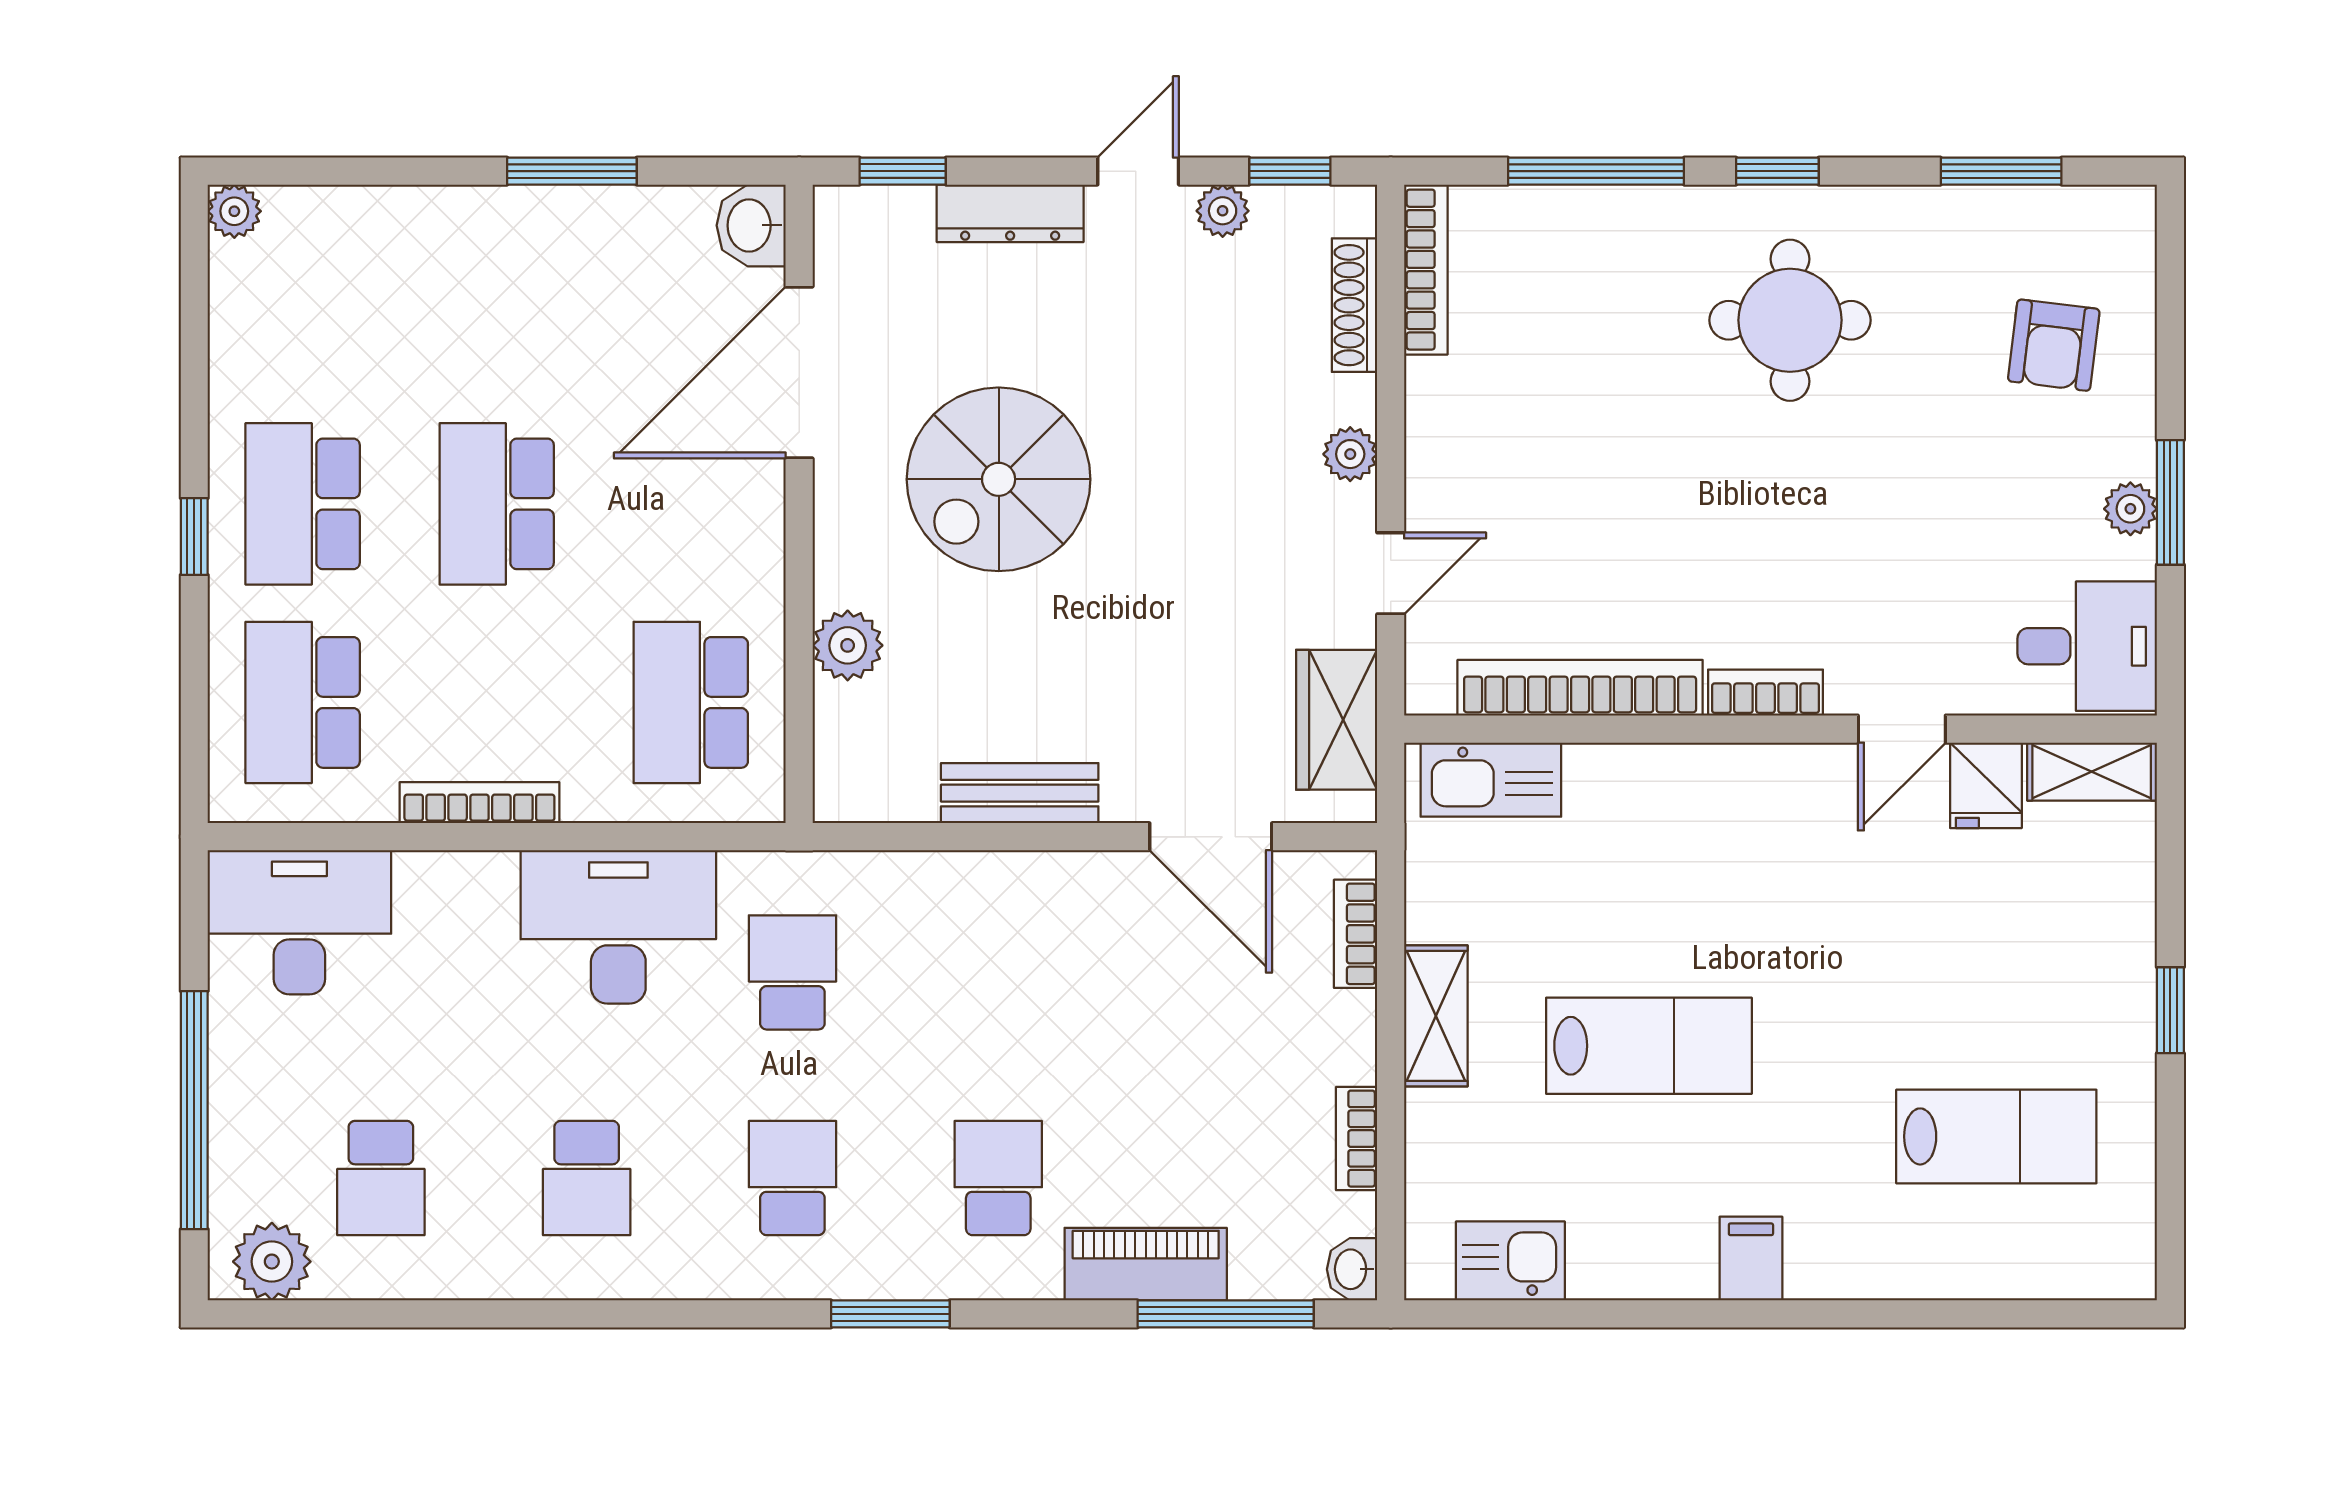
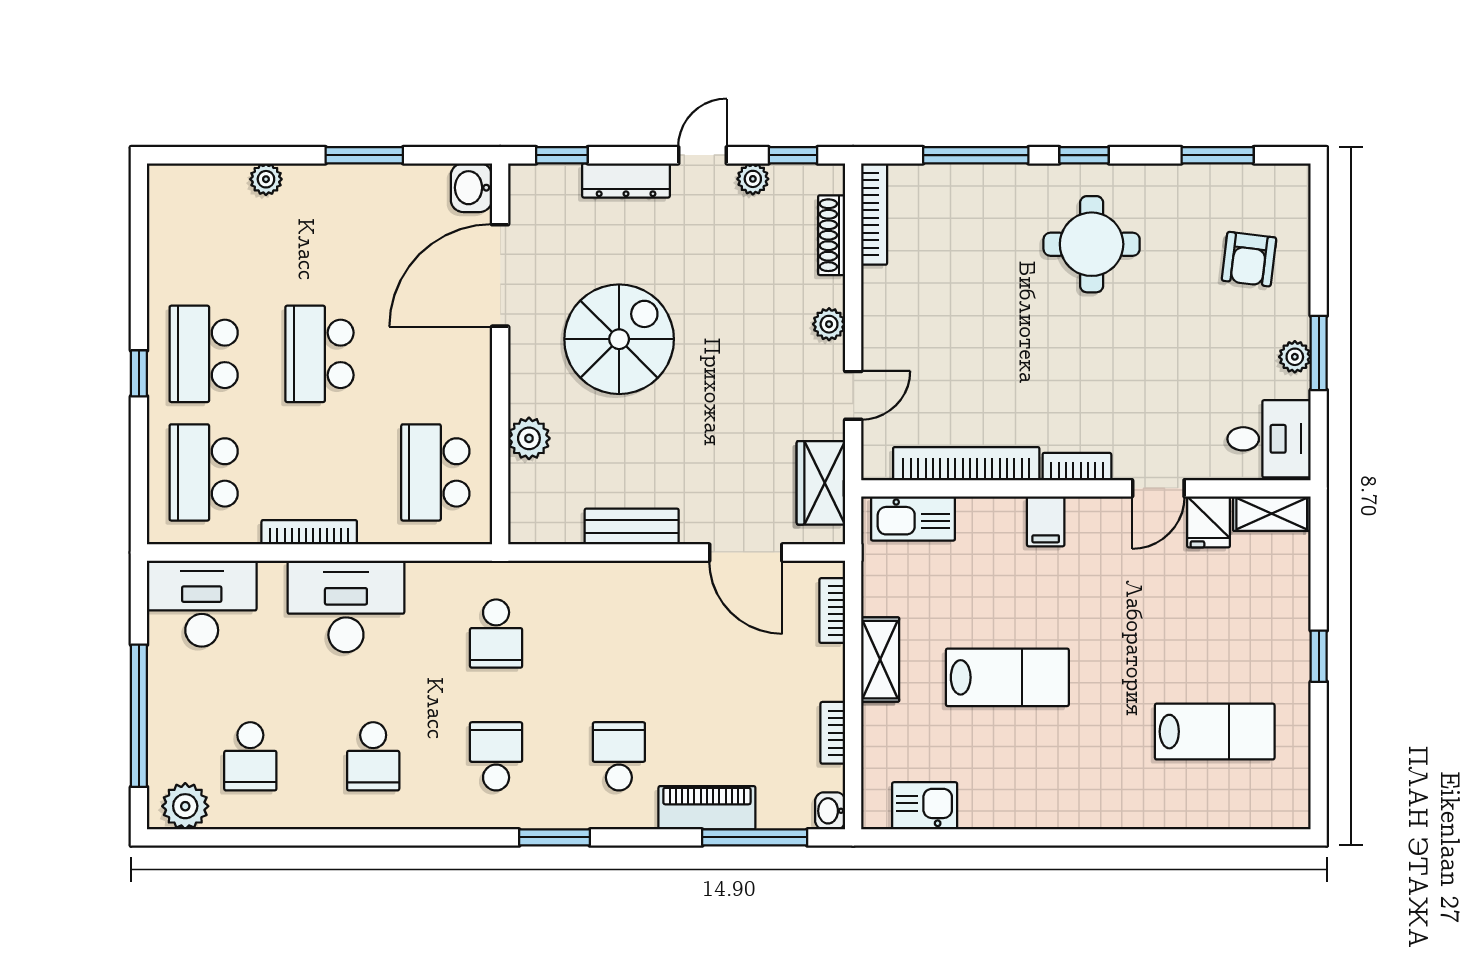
plant: (234, 211) -> (266, 179), moved
spiral stairs: (999, 479) -> (619, 339), turned 180
desk: (618, 927) -> (346, 606), moved
school desk: (792, 972) -> (496, 634), turned 180
filing cabinet: (1751, 1259) -> (1046, 521), moved, turned 180

